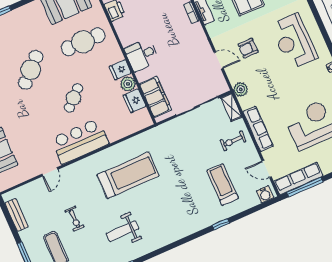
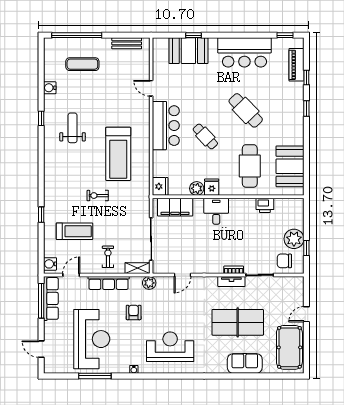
armchair: (248, 48) -> (134, 312), moved
fridge: (135, 101) -> (160, 186), moved, turned 90
exercise bike: (74, 219) -> (98, 196), moved

